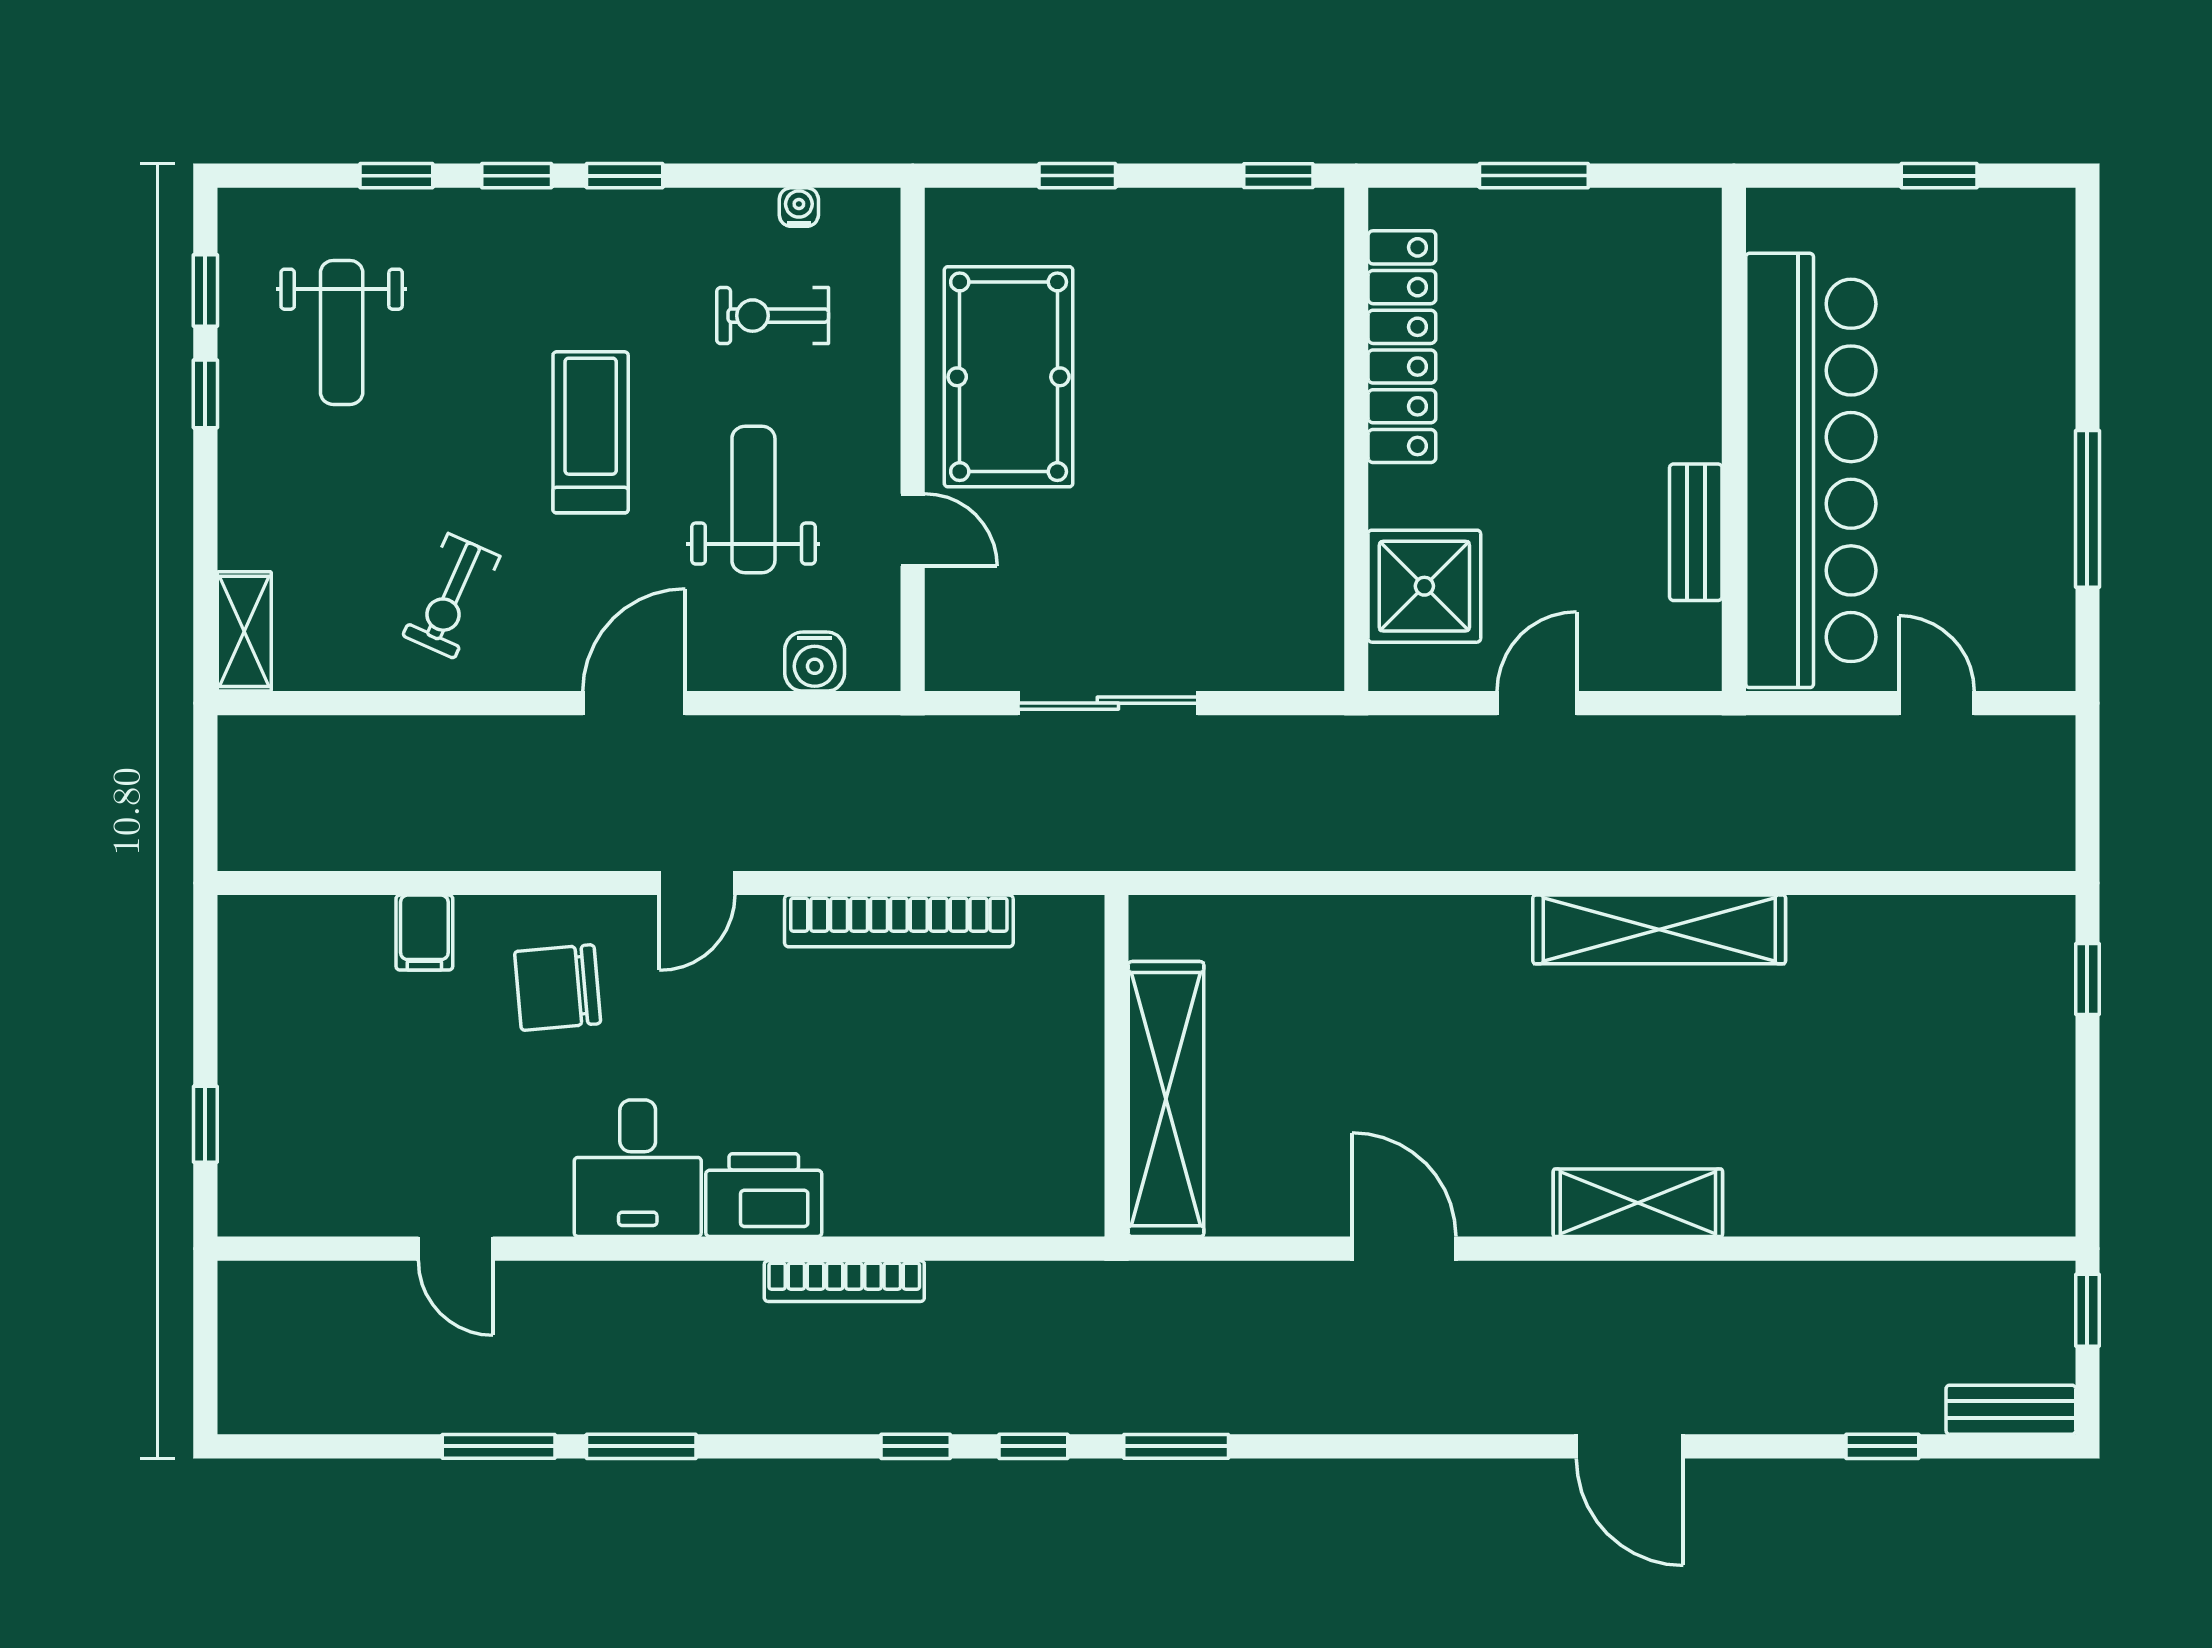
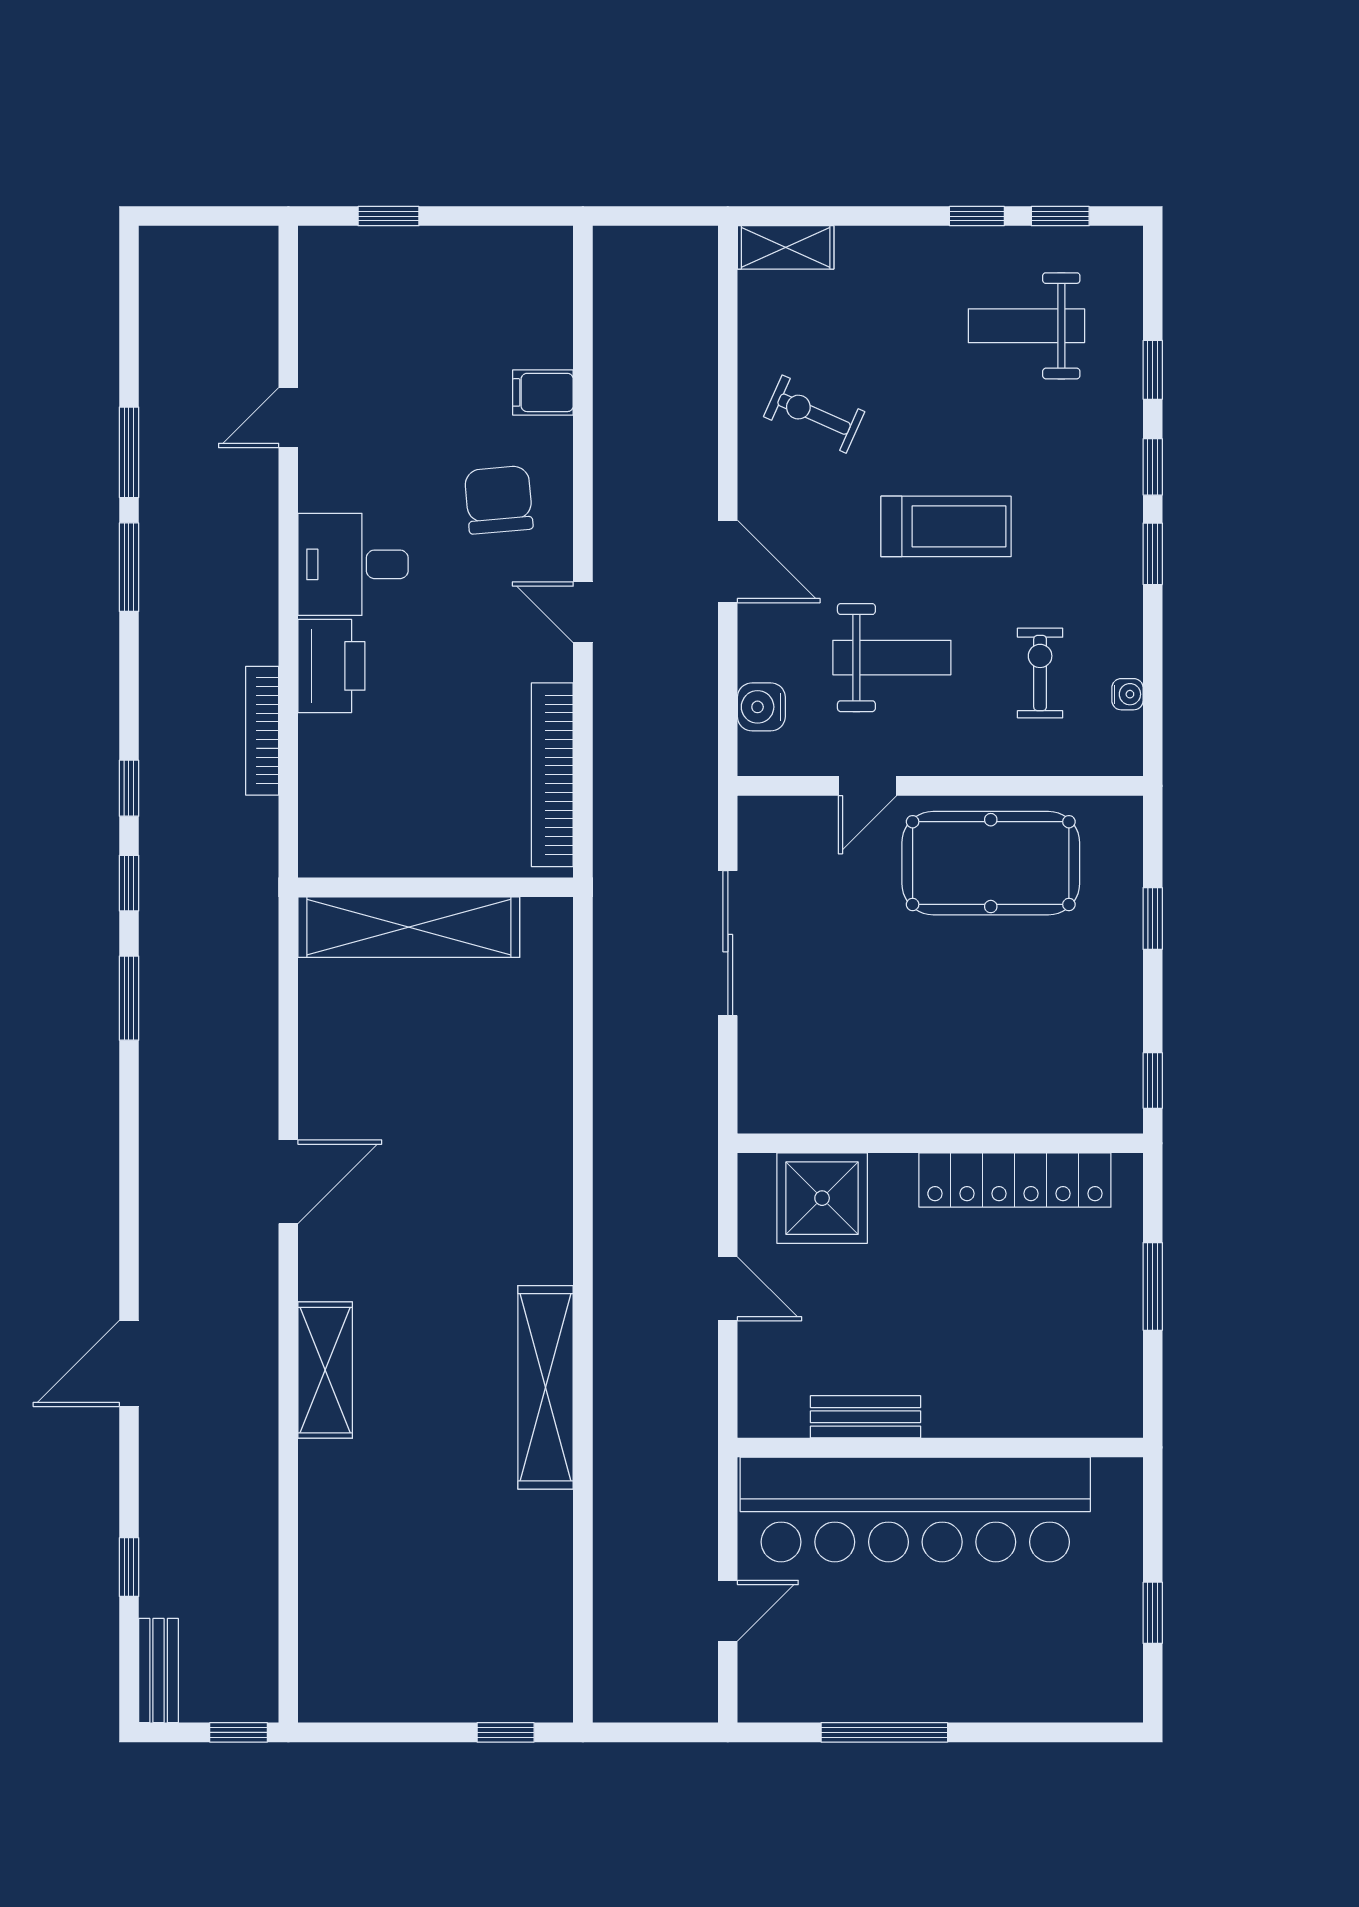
wall: (1116, 1066) -> (436, 887), moved
shelving: (1166, 1099) -> (409, 927), moved

